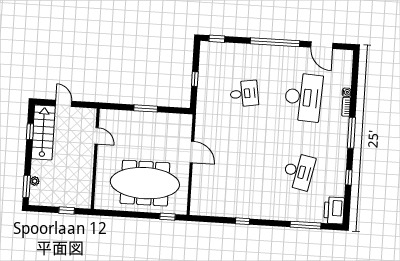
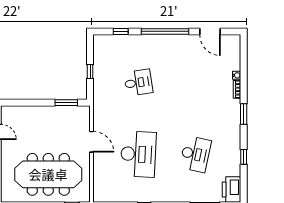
window: (217, 39) -> (121, 31), moved
desk: (303, 97) -> (138, 154), moved
window: (146, 108) -> (66, 103), moved
window: (351, 133) -> (244, 114), width x0.69

